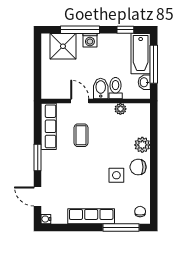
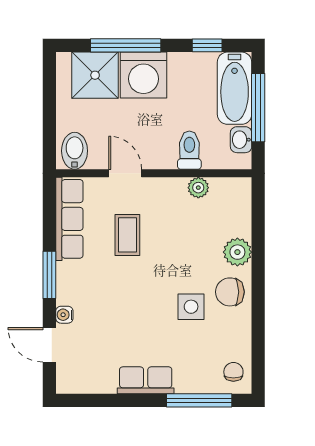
washing machine: (90, 40) -> (143, 75), width x1.89, depth x1.89
bidet: (101, 88) -> (75, 151), moved
row of seats: (91, 216) -> (146, 380), width x0.68
water cooler: (46, 219) -> (64, 315), moved

